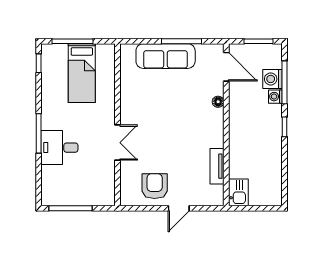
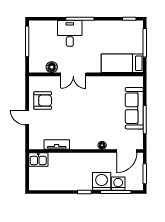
bed: (82, 73) -> (122, 63), moved
washing machine: (275, 97) -> (102, 181), width x1.89, depth x1.89
floor lamp: (107, 173) -> (52, 67), added

